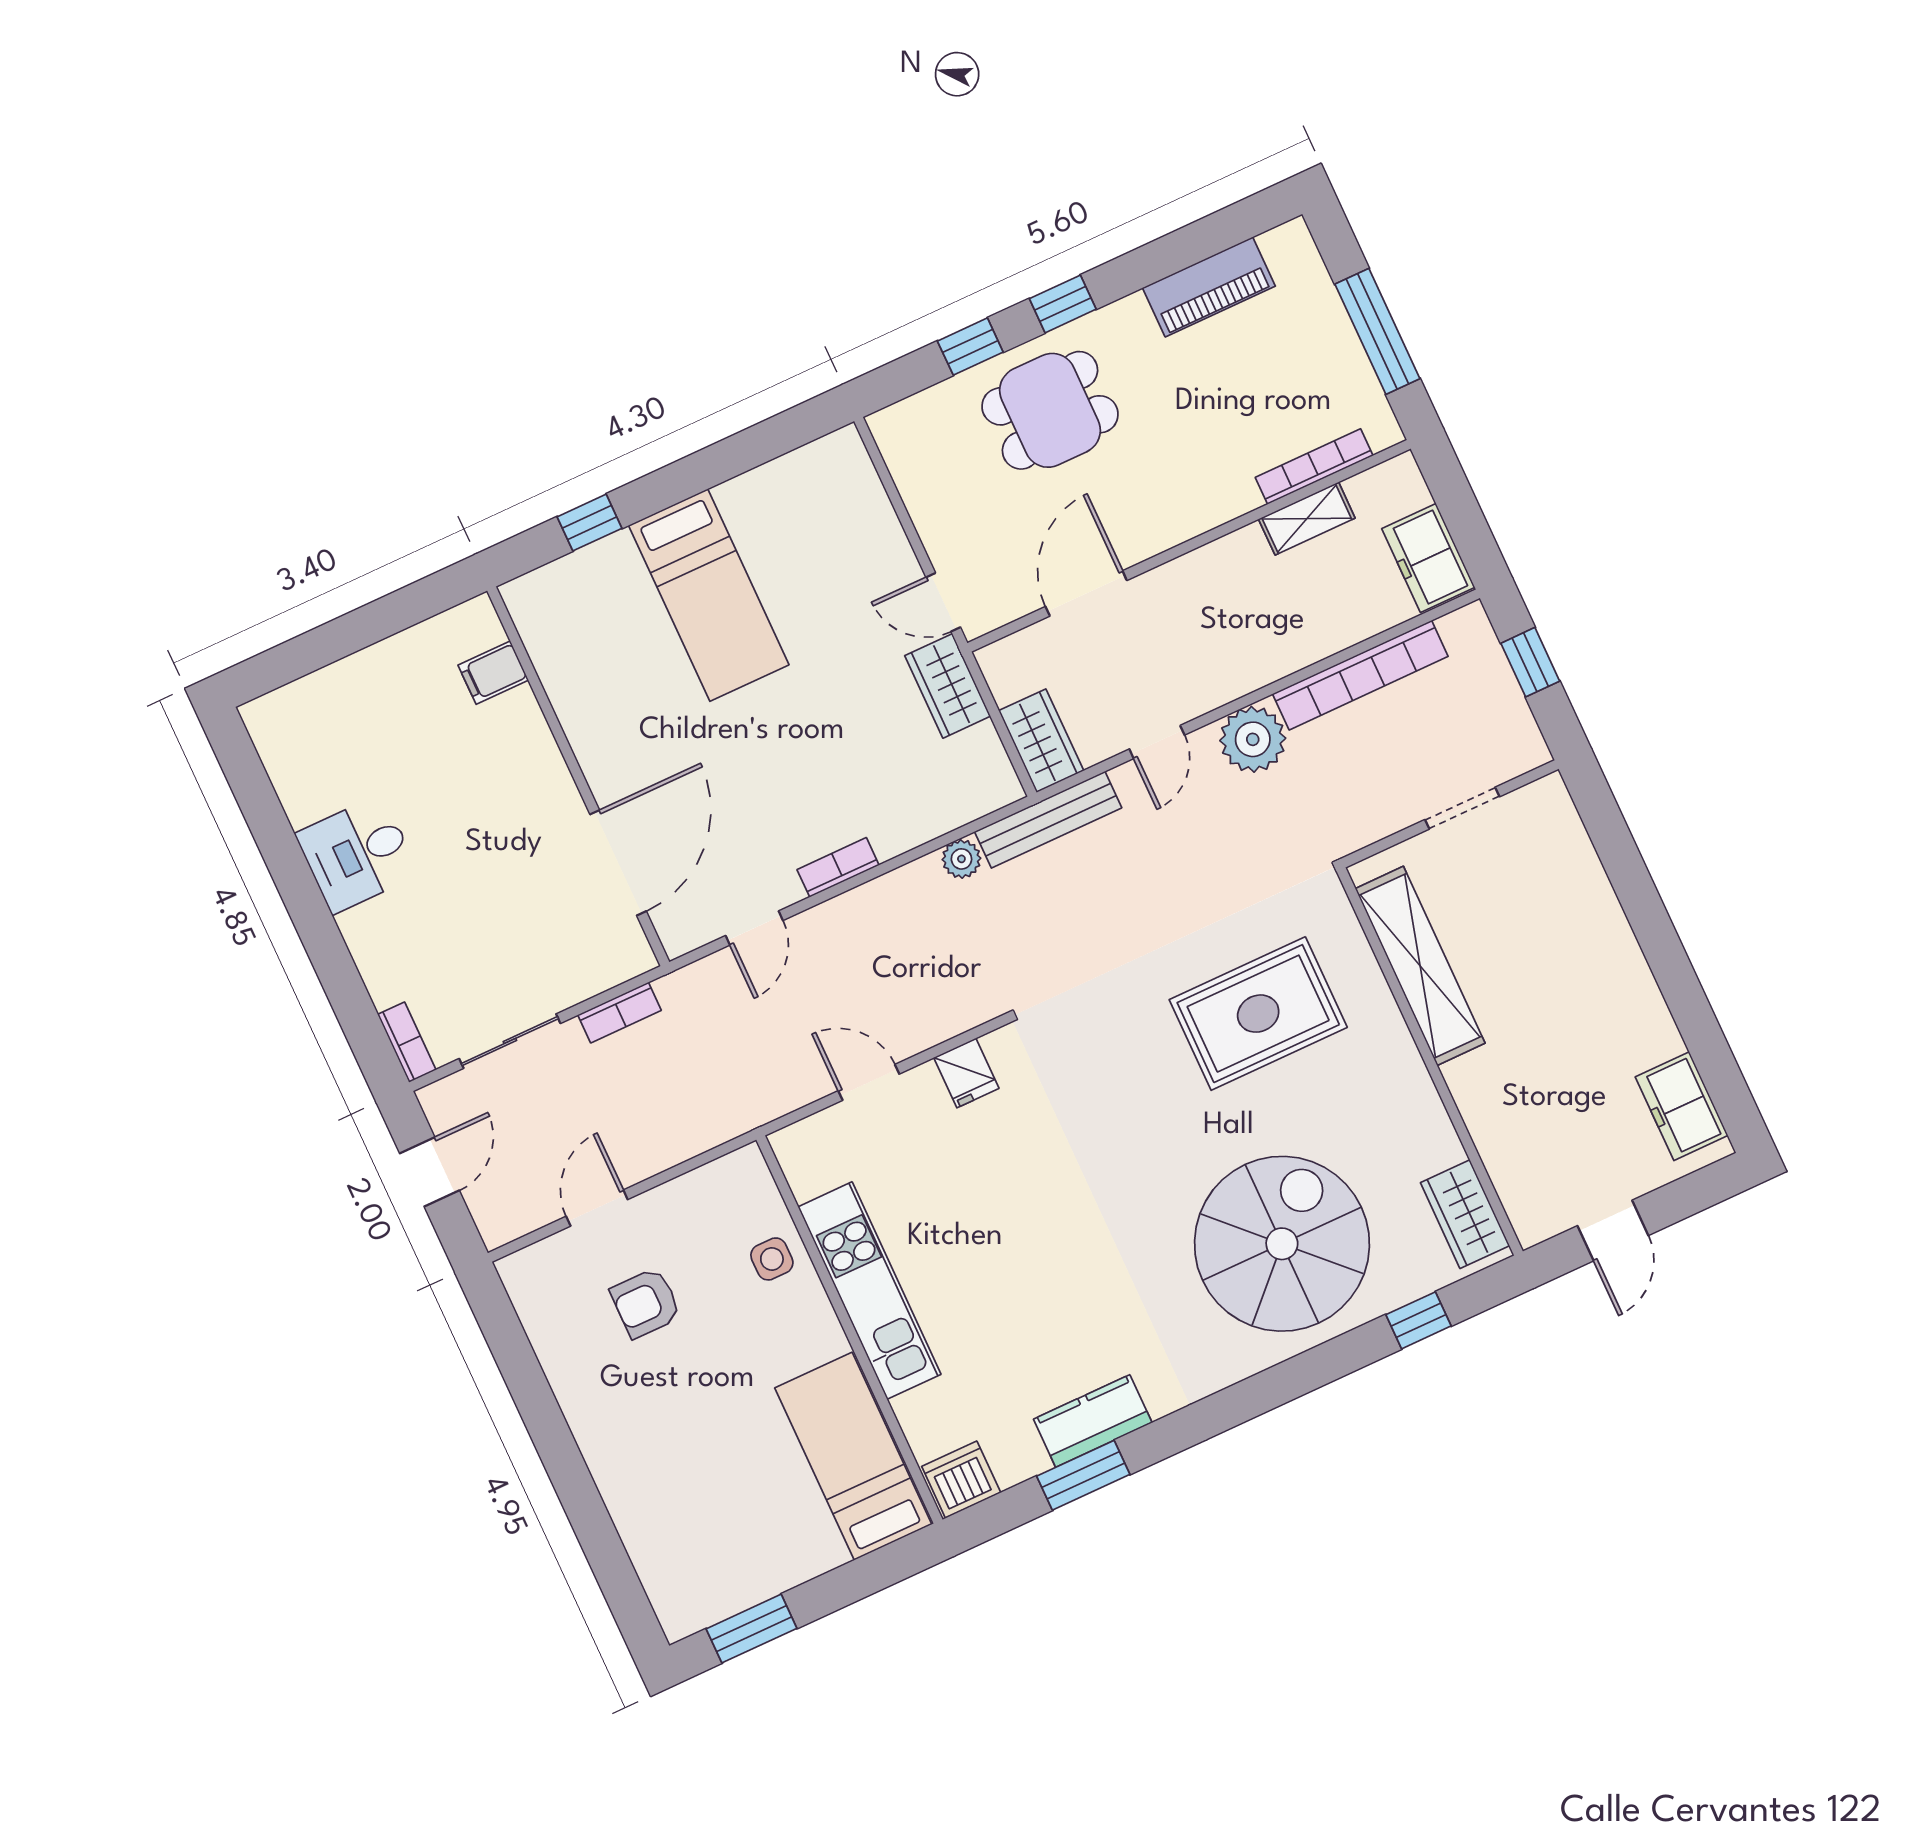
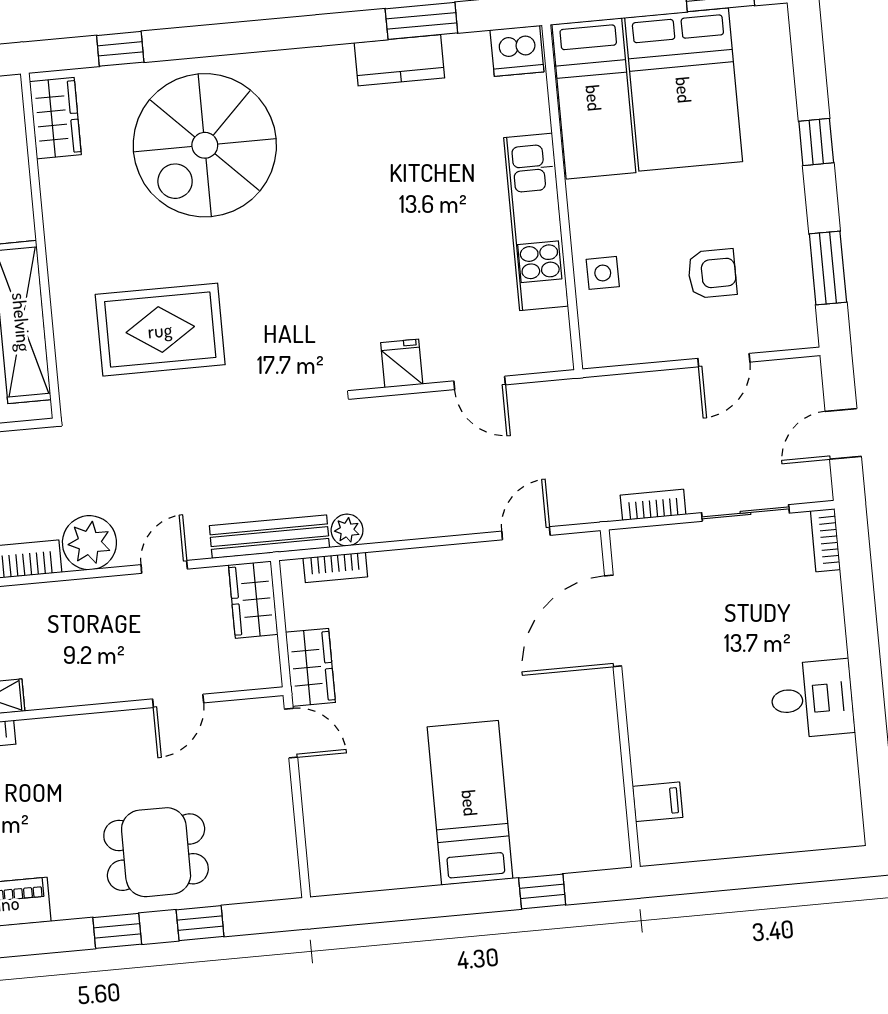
door: (1086, 593) -> (178, 701), width x0.73
bookcase: (838, 867) -> (335, 567), moved
window: (515, 1357) -> (828, 268), added
window: (580, 1497) -> (816, 142), added
bed: (754, 1503) -> (684, 90), added

